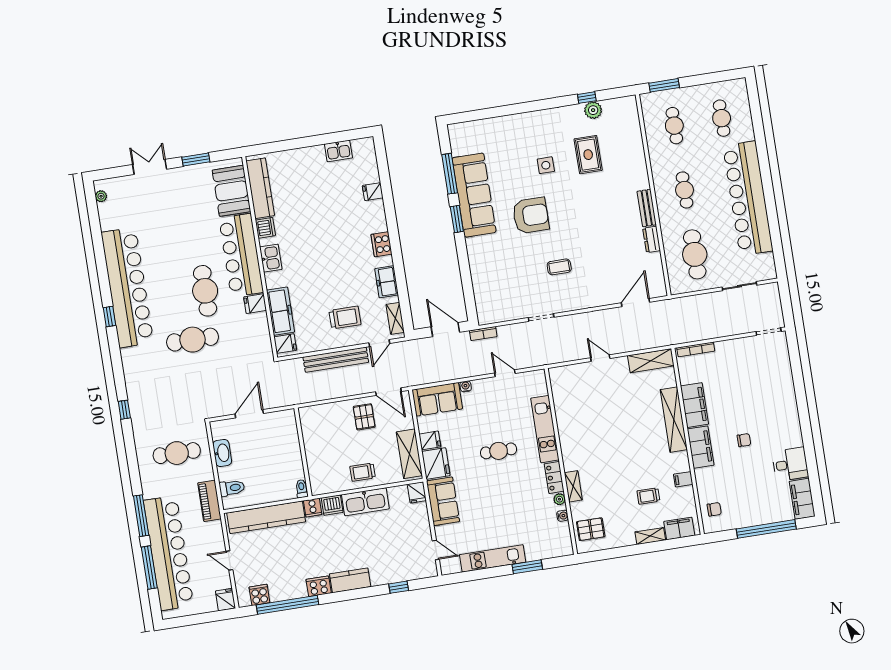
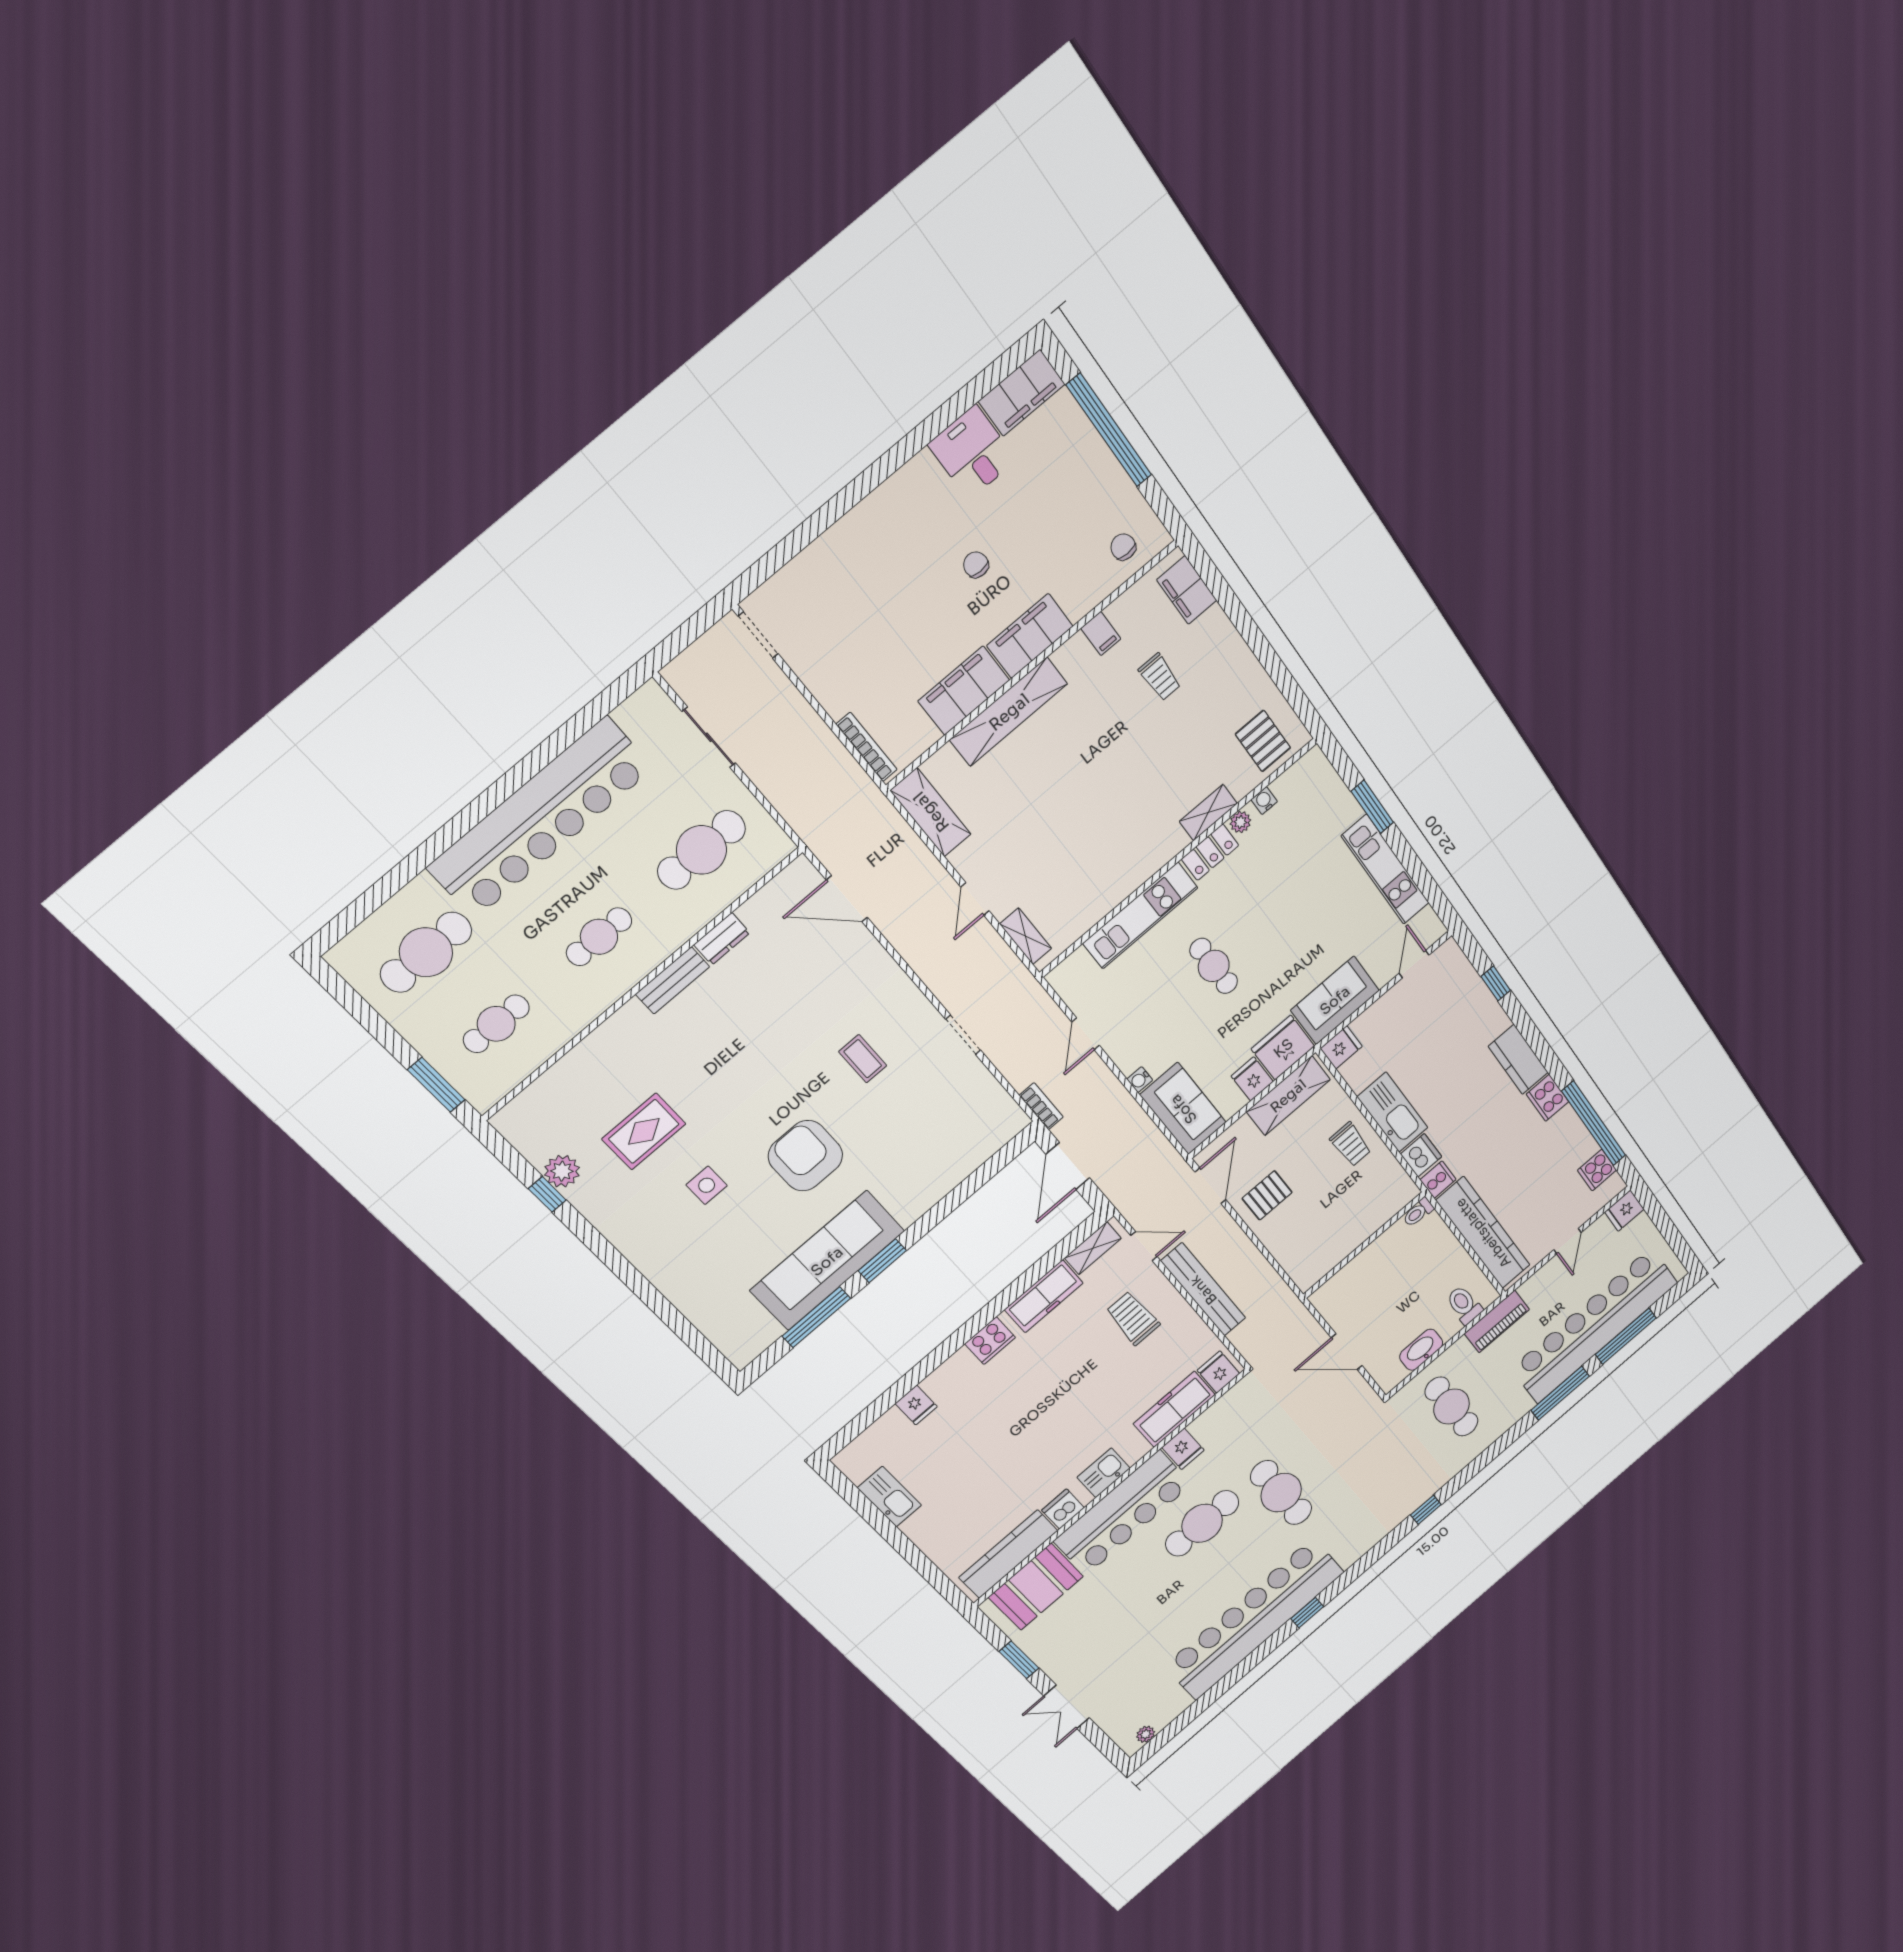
cafe table: (722, 118) -> (426, 952), width x1.37, depth x1.35
kitchen sink: (338, 151) -> (889, 1497), width x1.38
freezer: (387, 282) -> (1044, 1296), width x1.40
shelving: (650, 536) -> (1026, 936), moved

